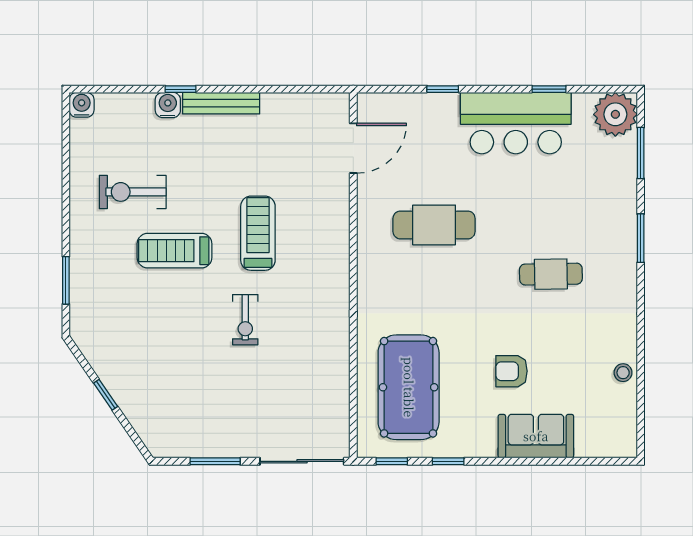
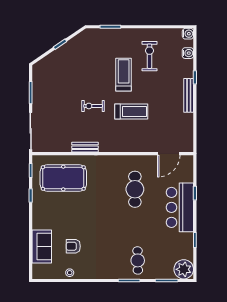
water cooler: (168, 105) -> (188, 53), moved
bar counter: (516, 123) -> (180, 207), moved
door: (353, 148) -> (169, 154), hinge flipped
cafe table: (551, 274) -> (138, 260), moved
bench: (339, 338) -> (85, 147), added
armchair: (512, 371) -> (73, 246), moved, turned -90
sofa: (536, 436) -> (42, 247), moved

